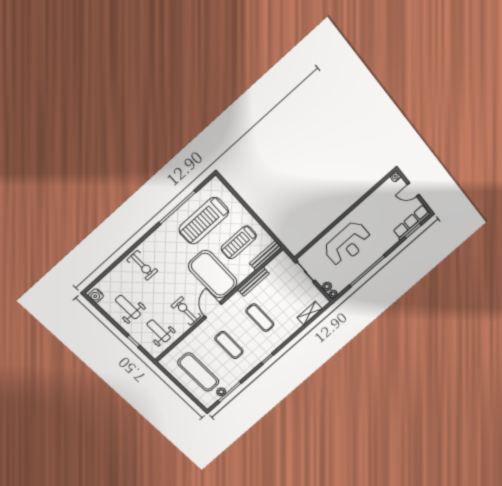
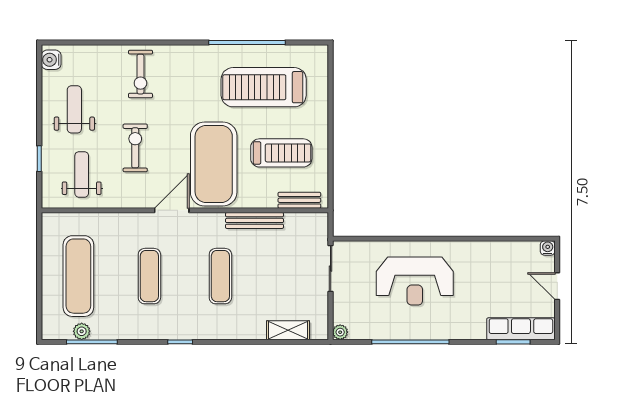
treadmill: (239, 242) -> (281, 153), turned 180
bench: (266, 255) -> (299, 200), width x0.73
plant: (327, 286) -> (341, 314), removed
exercise bike: (186, 311) -> (135, 148), moved

